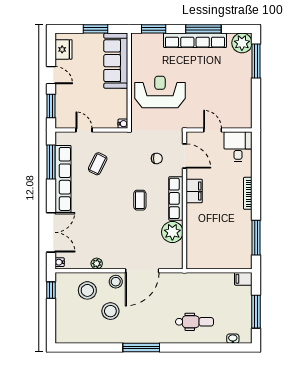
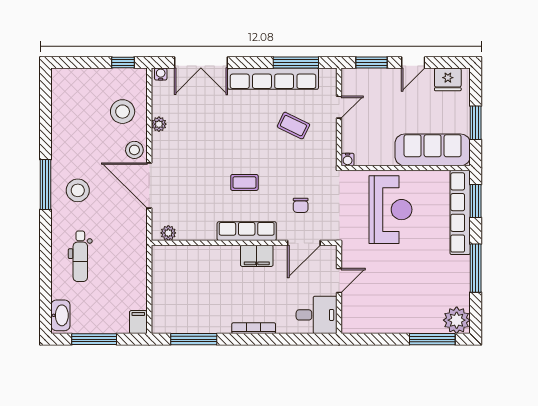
row of seats: (195, 40) -> (460, 212), moved
plant: (172, 232) -> (168, 233), moved, width x0.53, depth x0.53
stool: (110, 311) -> (78, 190), moved
washbasin: (233, 339) -> (60, 315), width x1.91, depth x1.45

